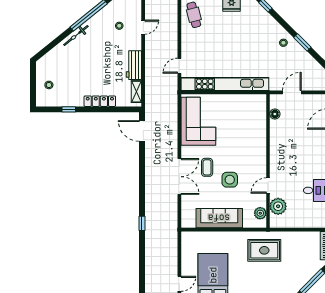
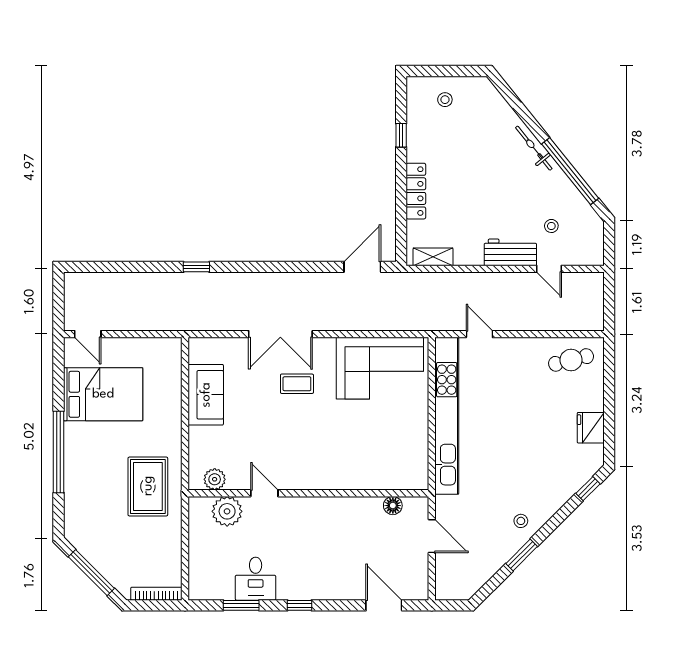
workbench: (134, 65) -> (510, 252), moved
side table: (230, 180) -> (275, 425), removed
sofa: (219, 218) -> (206, 395), width x0.73

